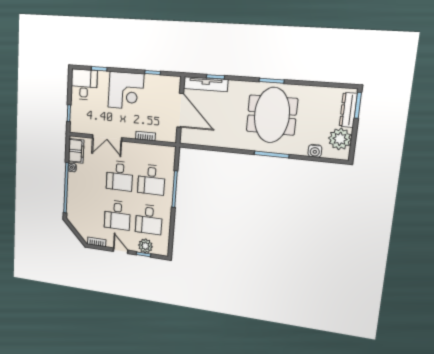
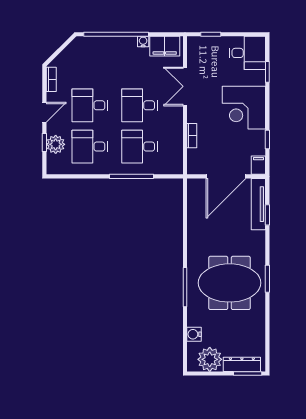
filing cabinet: (173, 82) -> (258, 165), added

